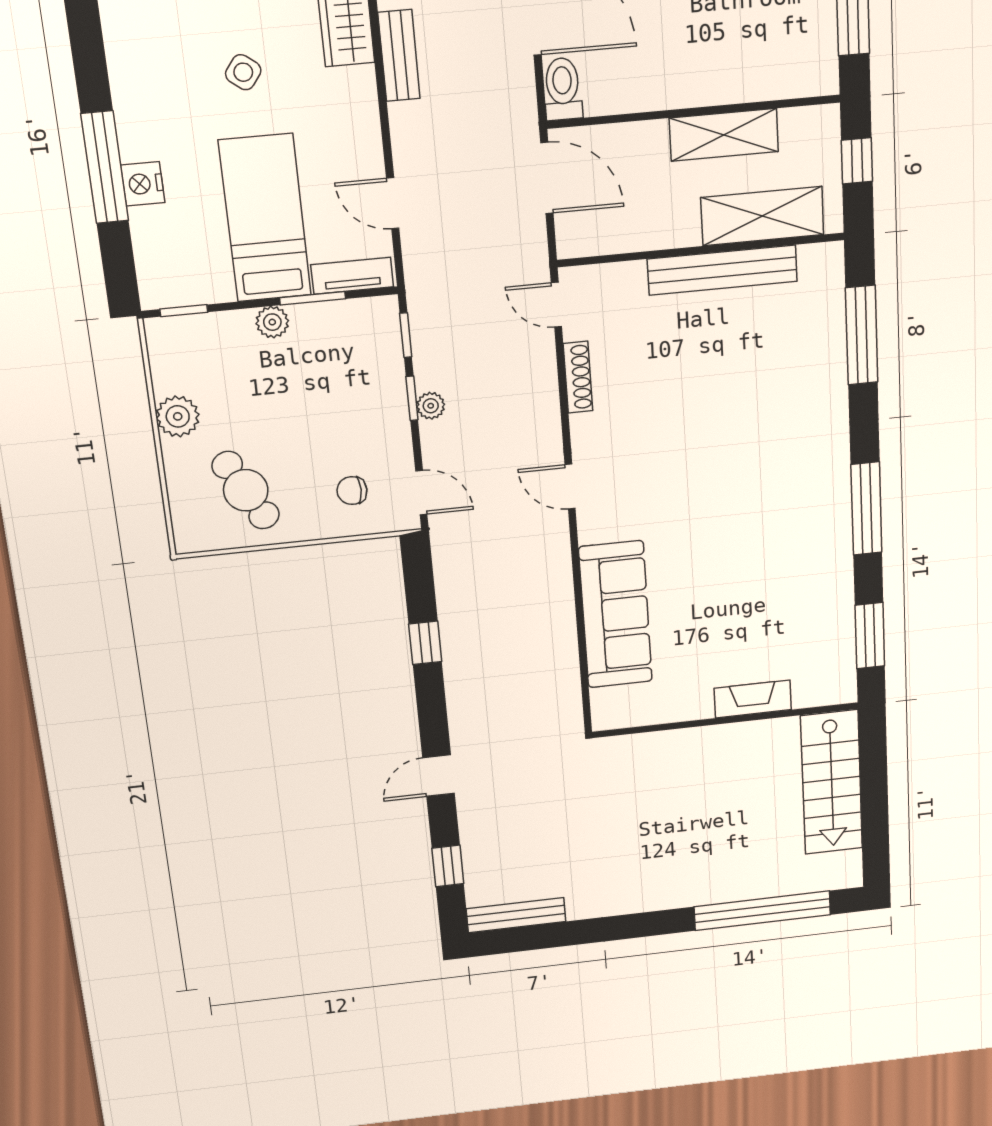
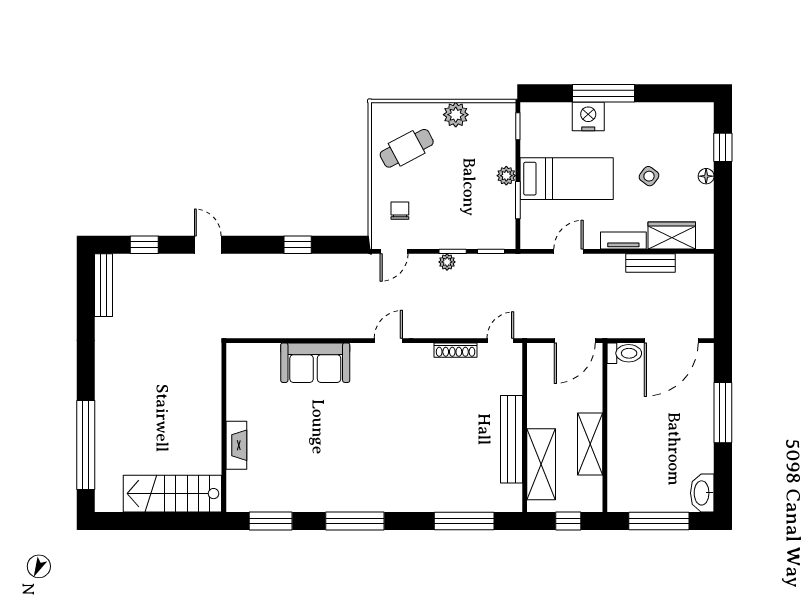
nightstand: (143, 184) -> (588, 116), width x1.36, depth x1.33
tv unit: (352, 276) -> (623, 240), moved, turned -90
sofa: (616, 615) -> (315, 363), width x0.73

